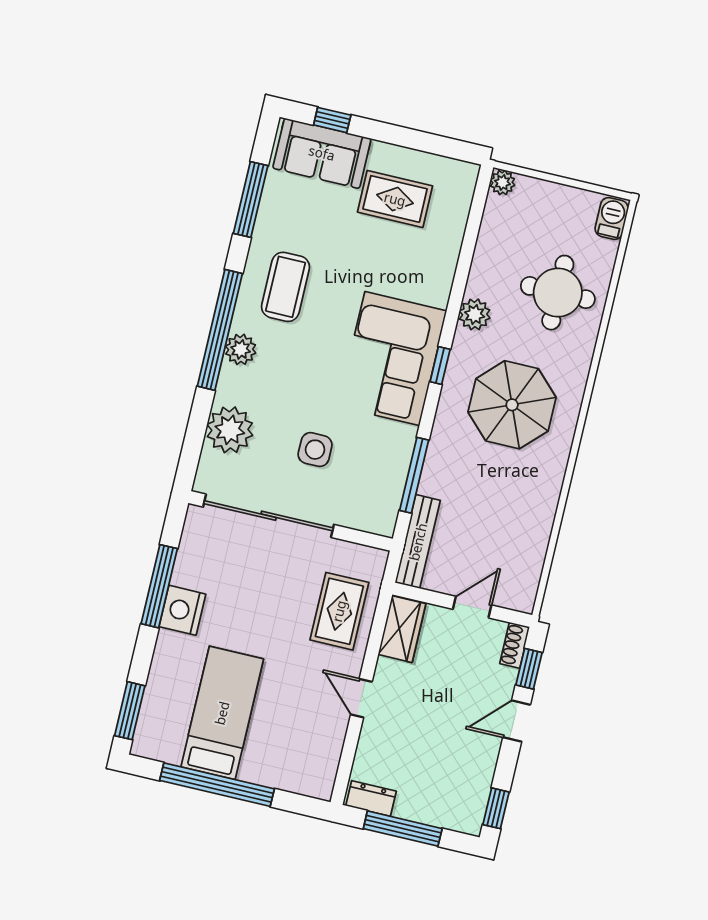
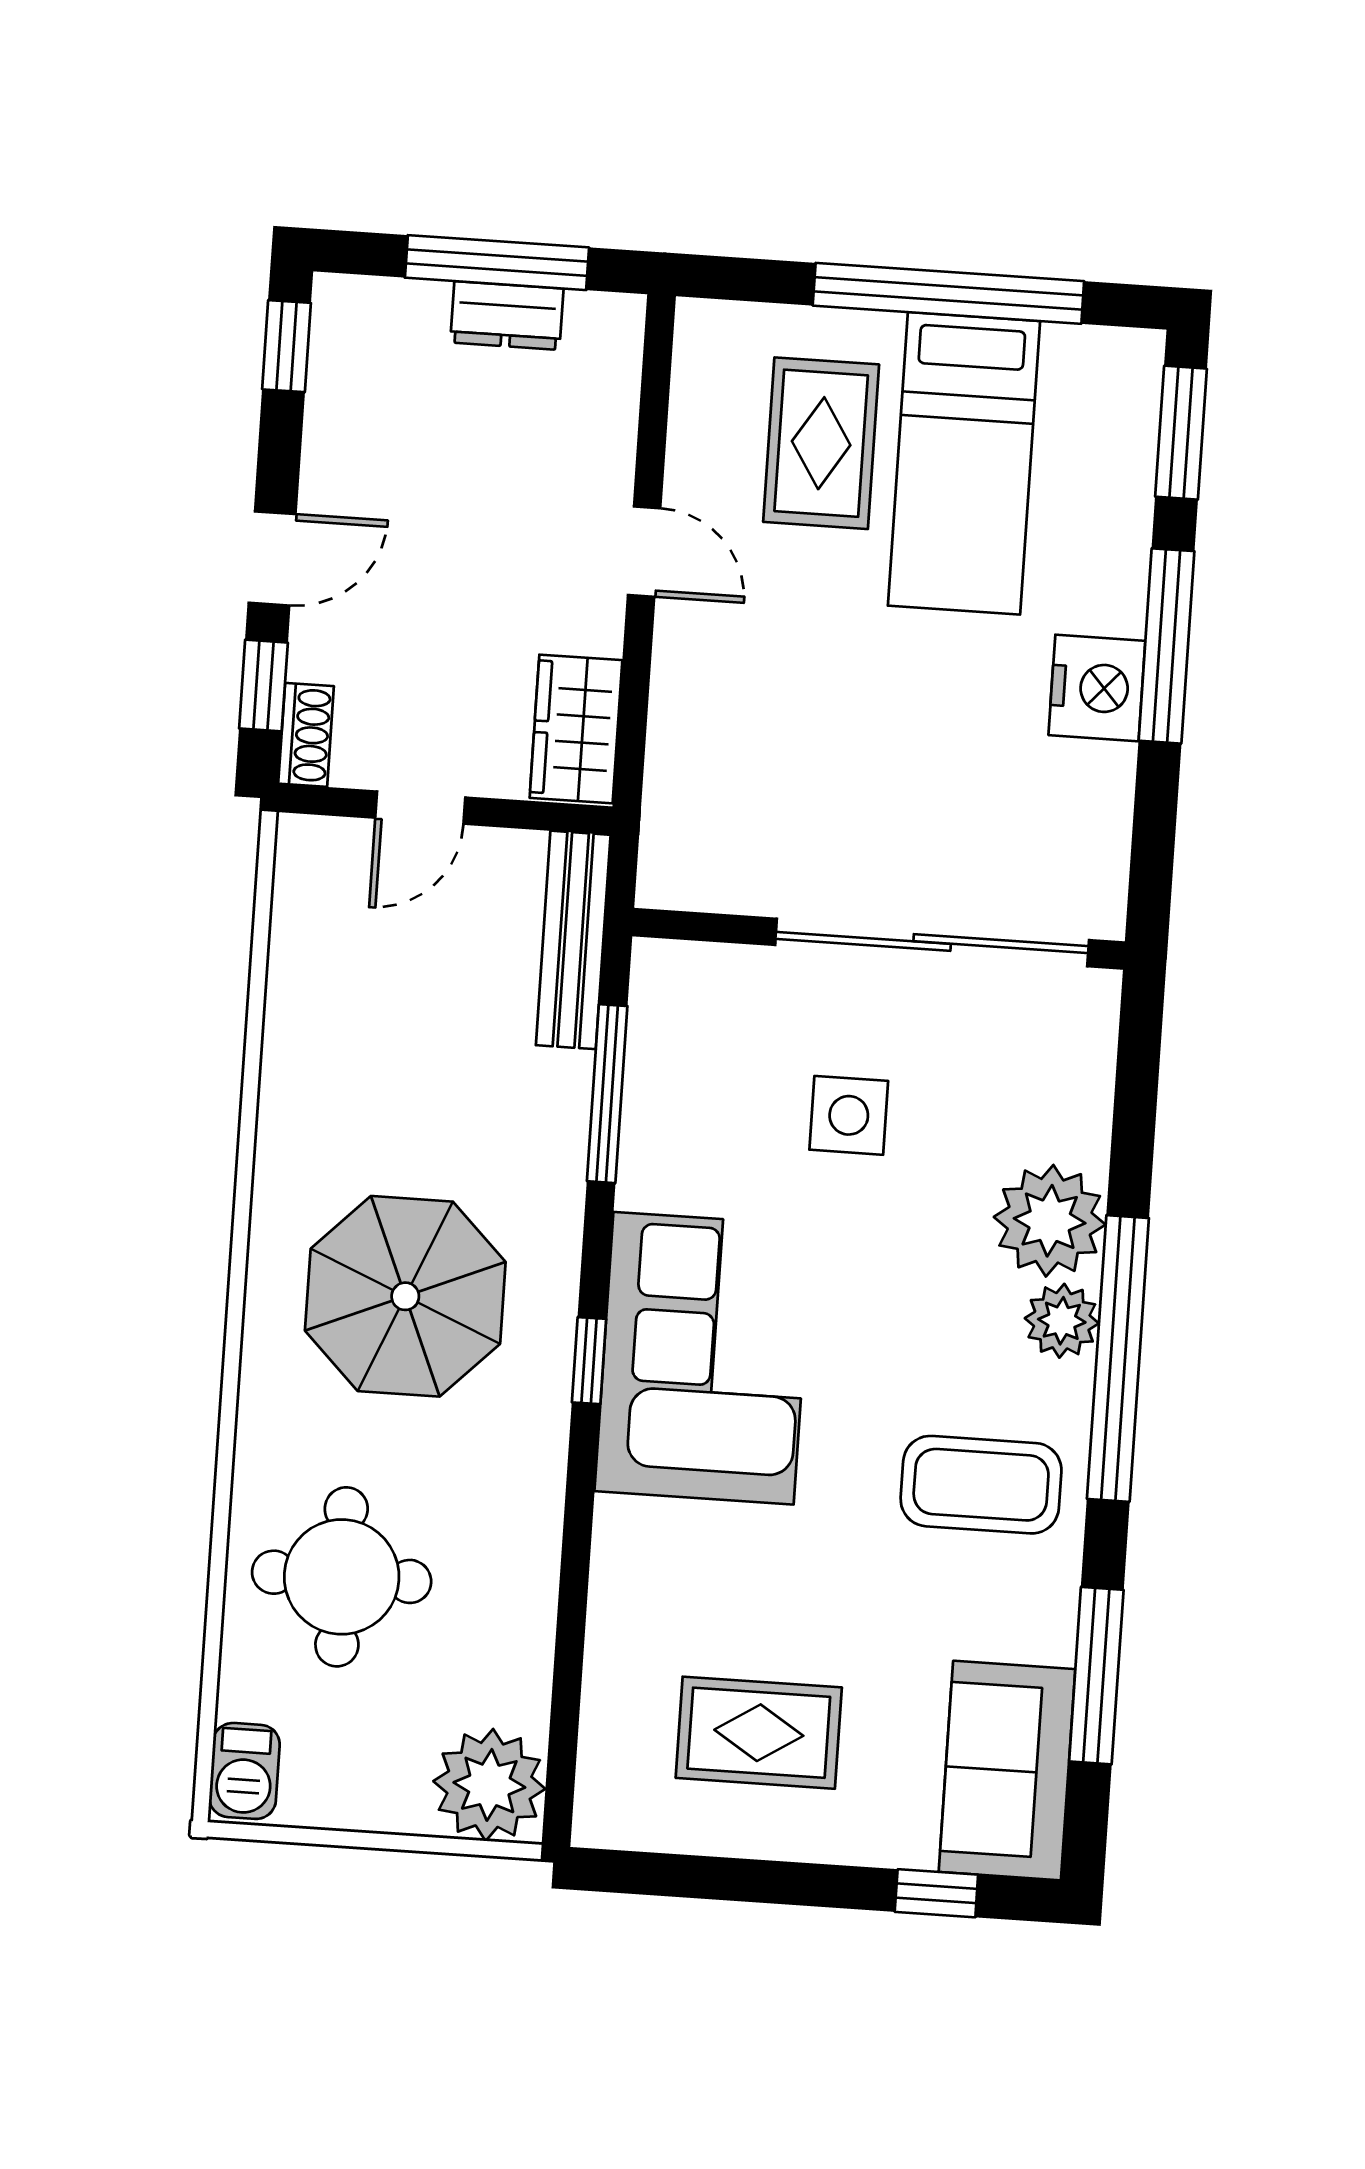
sofa: (322, 153) -> (1007, 1770), moved, turned -90
plant: (502, 182) -> (489, 1785), width x1.87, depth x1.87
coffee table: (285, 287) -> (981, 1485), turned 90
plant: (475, 314) -> (528, 1493), removed
plant: (230, 430) -> (1050, 1221), moved
window: (159, 586) -> (1166, 646), moved
rug: (339, 611) -> (821, 443), moved
dresser: (371, 798) -> (507, 316), moved

